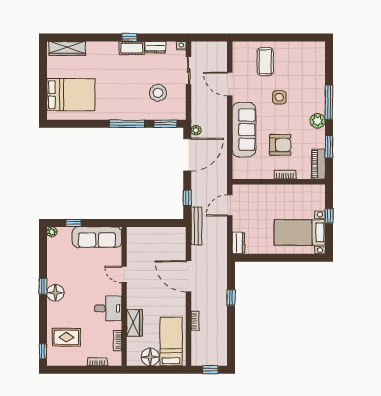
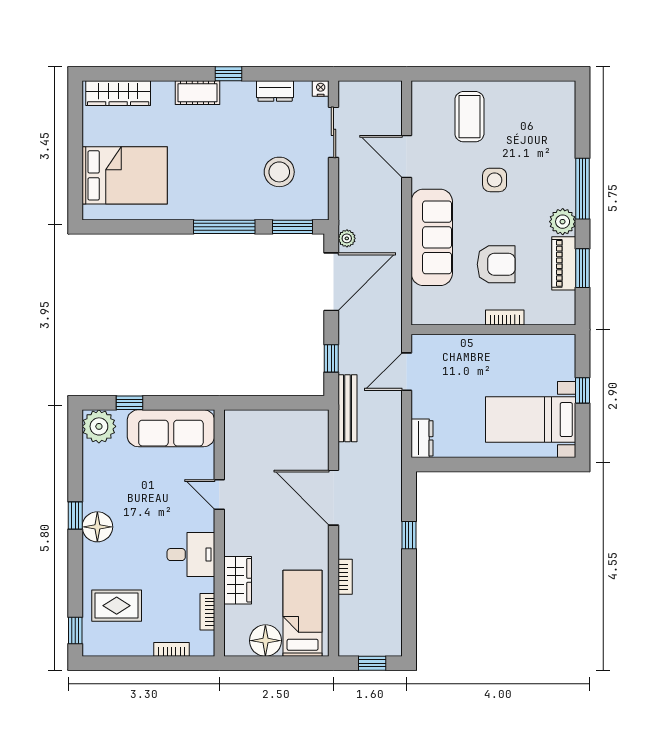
cot: (132, 48) -> (198, 93), moved
piano: (318, 164) -> (564, 263), moved
plant: (52, 232) -> (99, 426), width x1.88, depth x1.88

